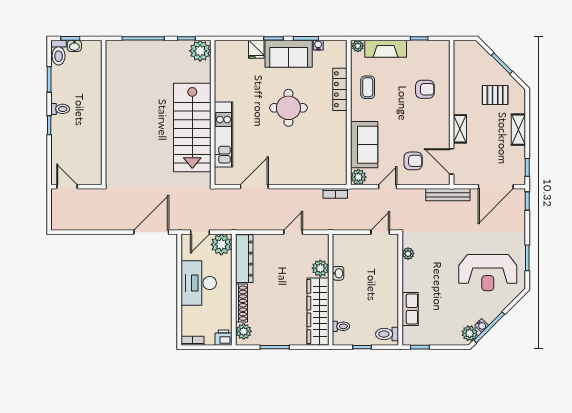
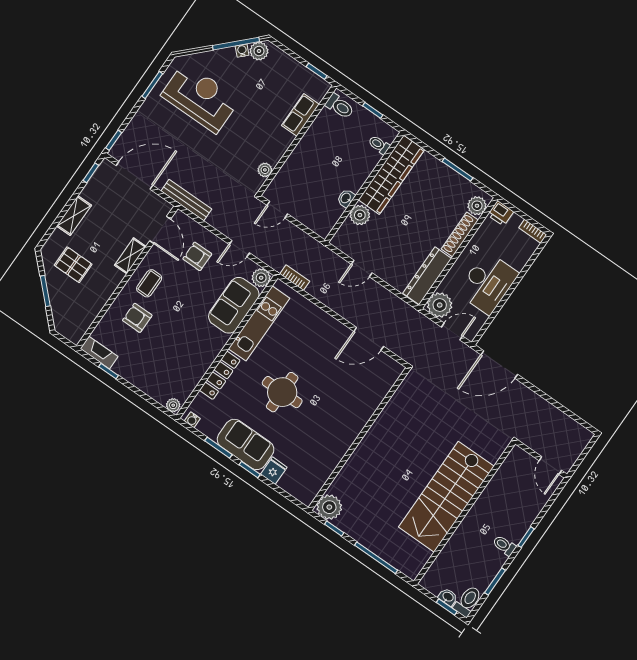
water cooler: (318, 45) -> (192, 420), moved
fireplace: (386, 49) -> (99, 352), moved, width x0.73, depth x0.76
coffee table: (368, 87) -> (149, 283), moved
stairs: (192, 127) -> (446, 497), moved, turned 180
kitchen unit: (224, 134) -> (259, 323), moved, turned 180

